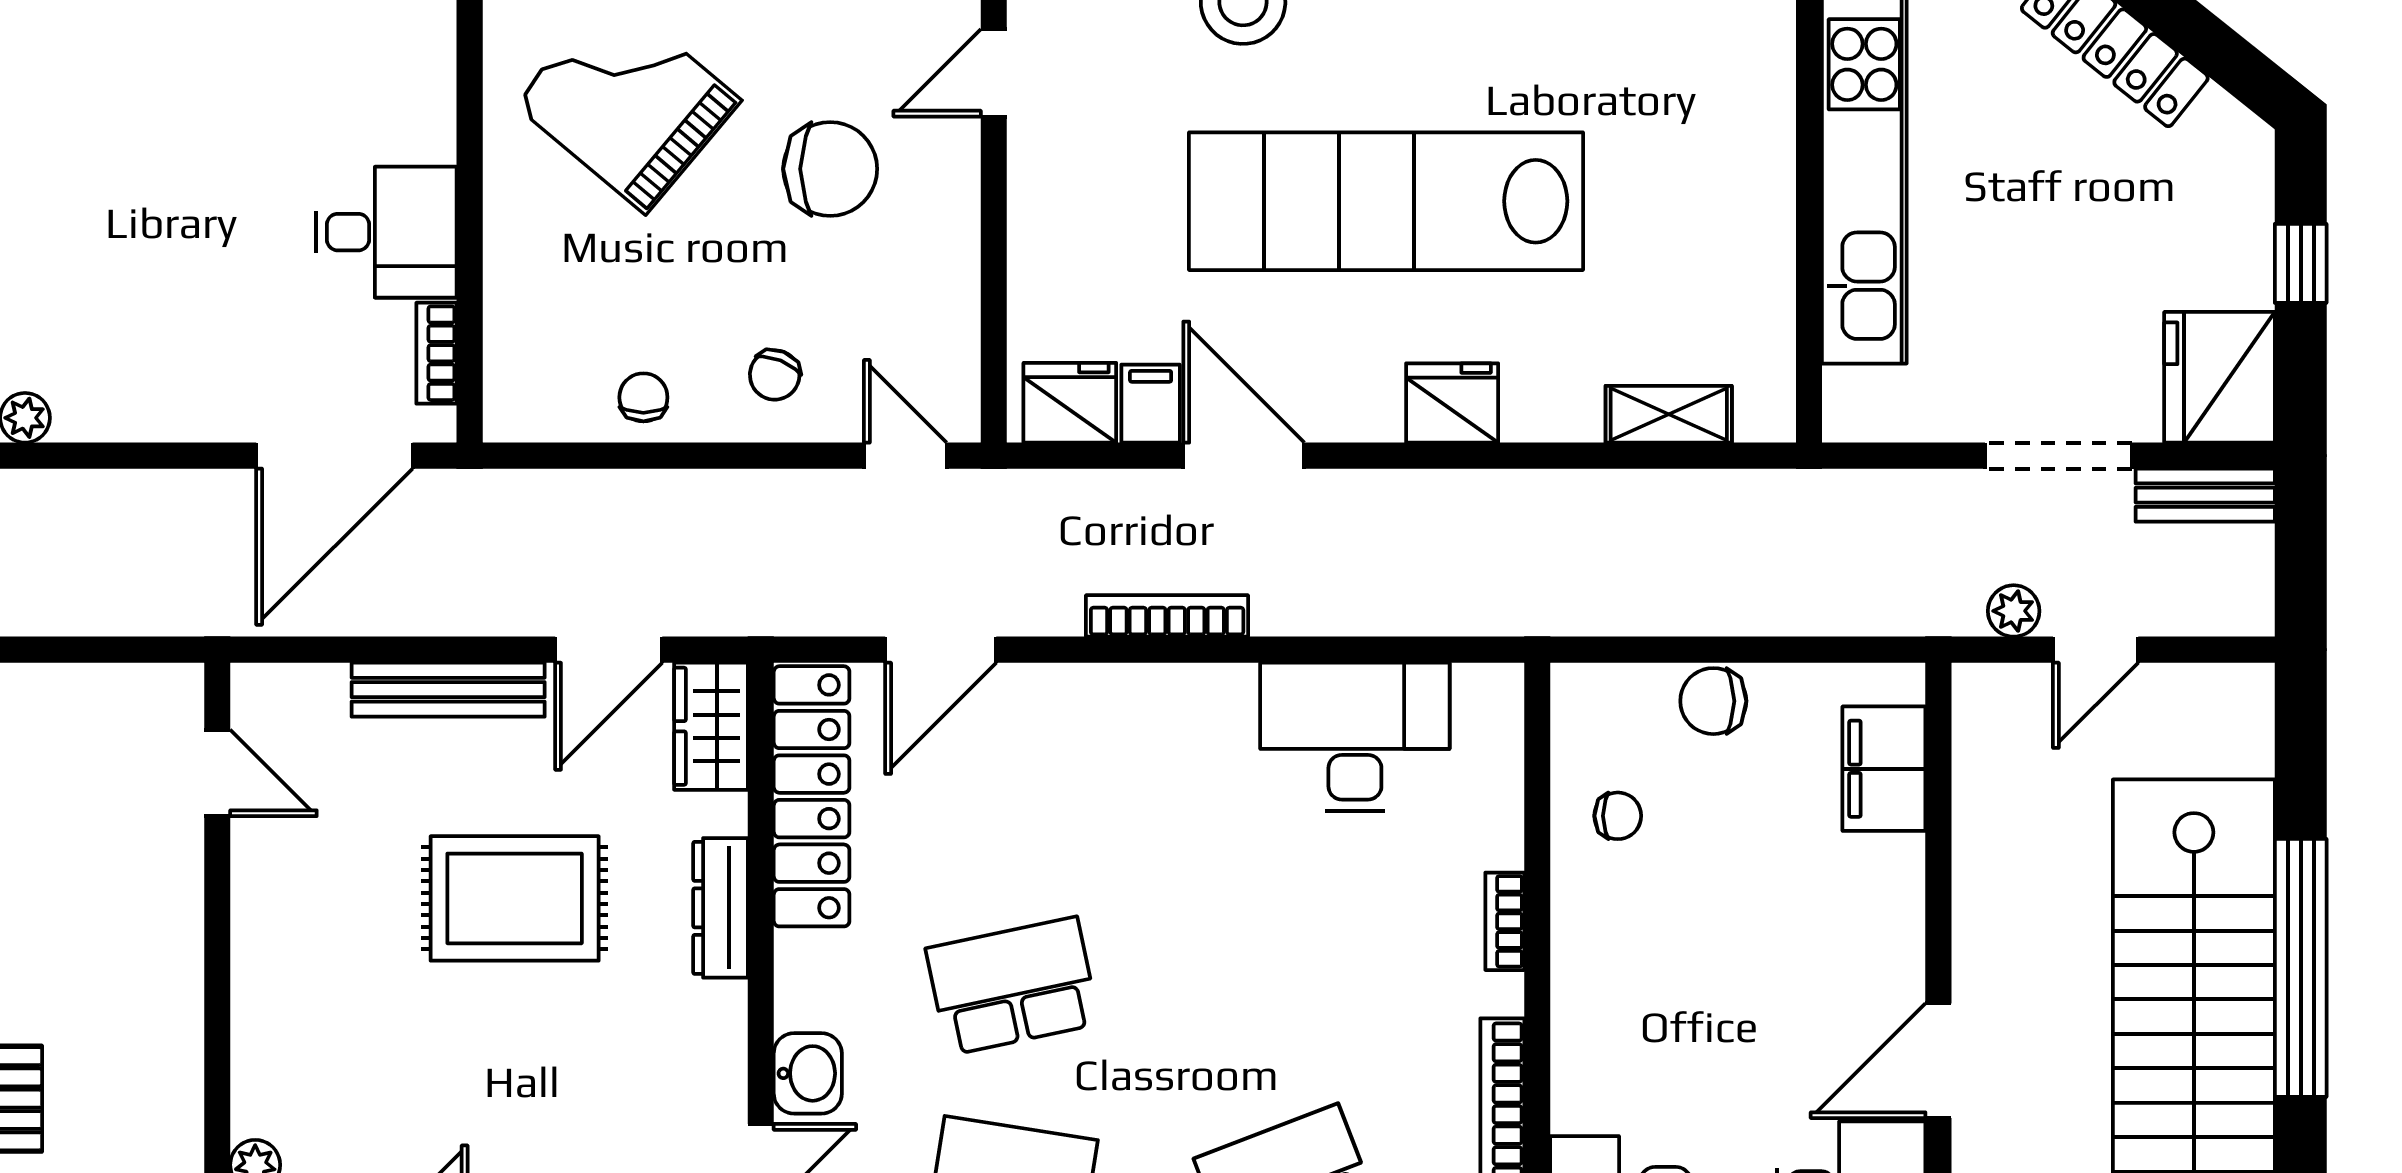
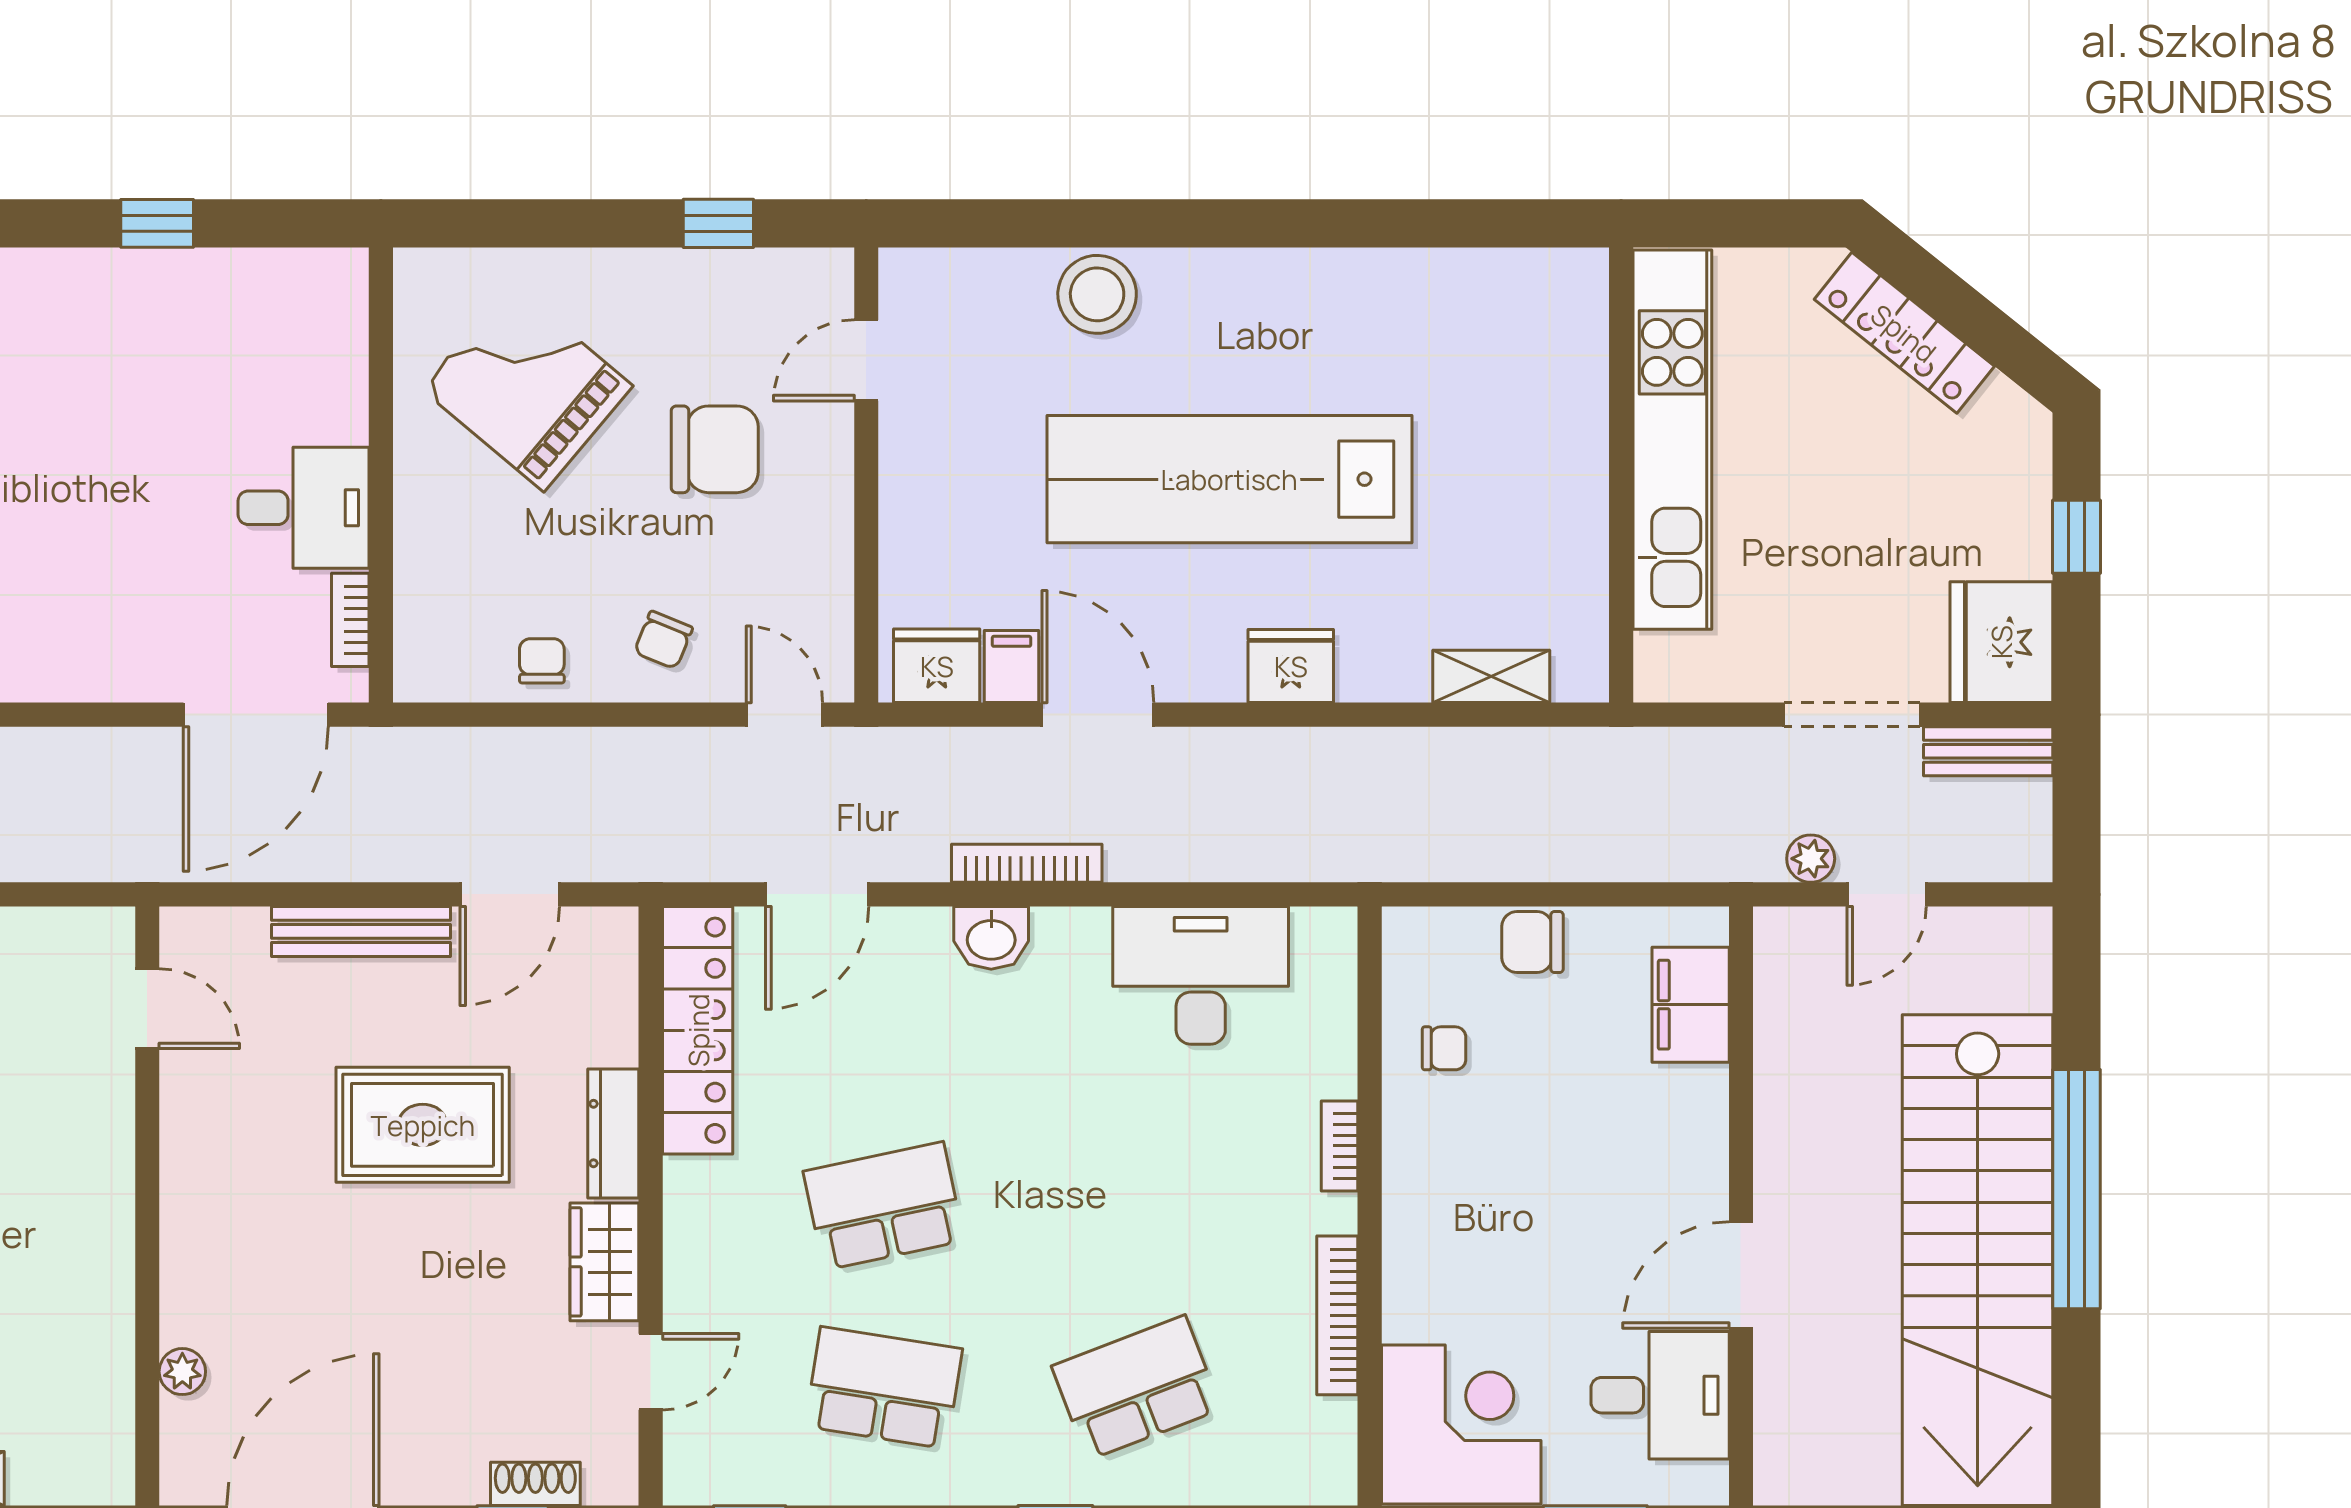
wardrobe: (711, 726) -> (604, 1262), moved
washbasin: (808, 1073) -> (991, 938), moved, turned 90

